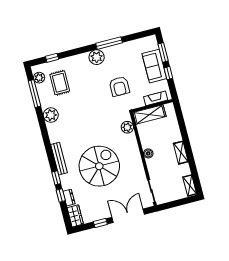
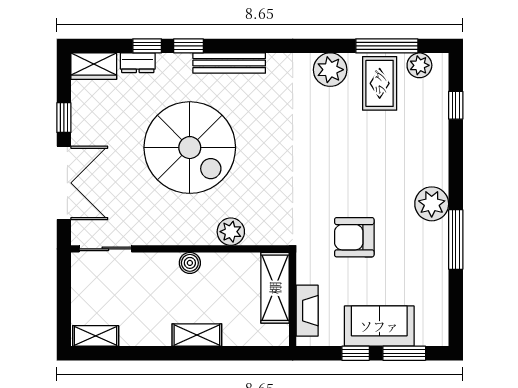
rug: (60, 83) -> (380, 83), moved, turned 90
plant: (127, 127) -> (231, 232), moved
shelving: (181, 153) -> (197, 335), moved

